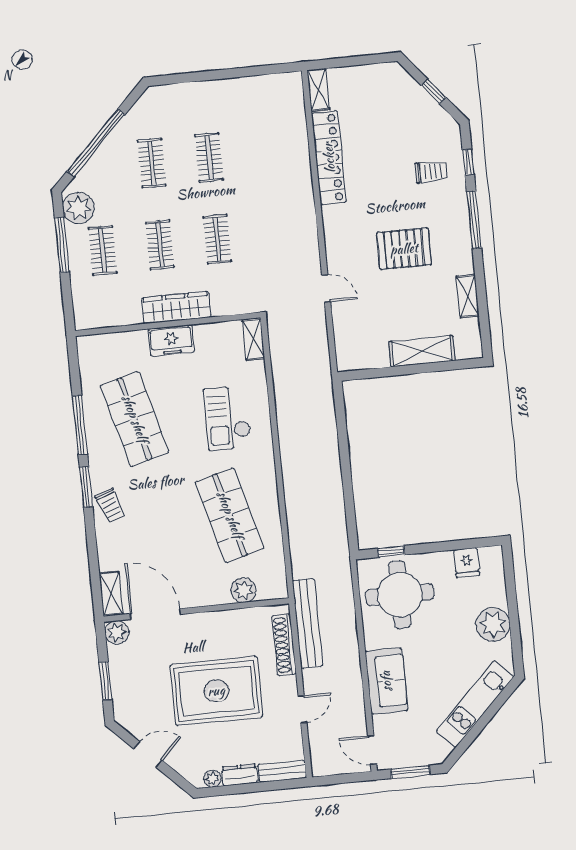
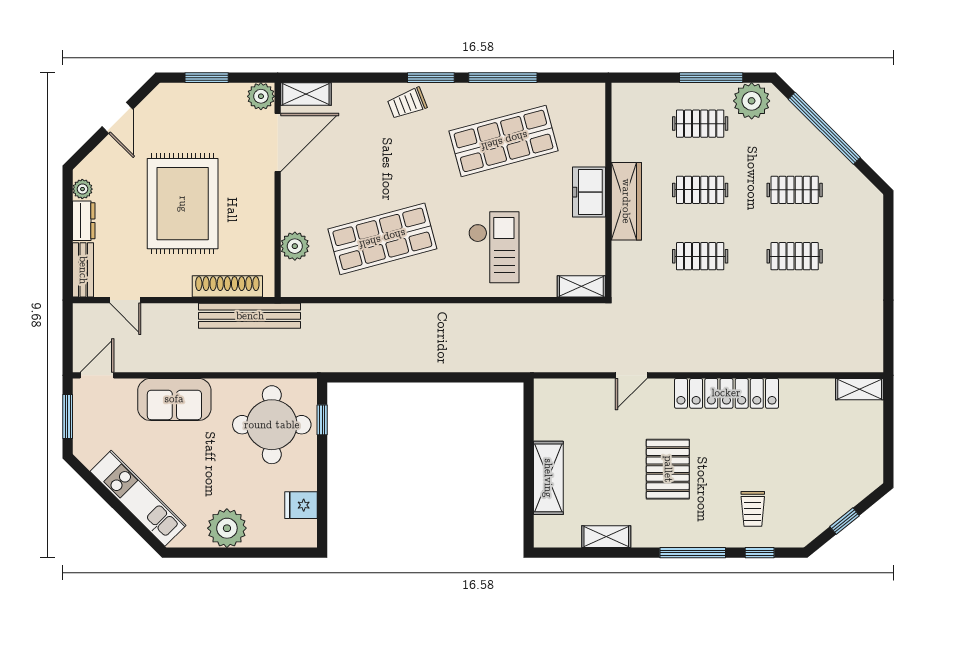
locker: (329, 158) -> (726, 393), moved
checkout: (227, 418) -> (494, 247), turned 90
door: (302, 709) -> (125, 300), moved

